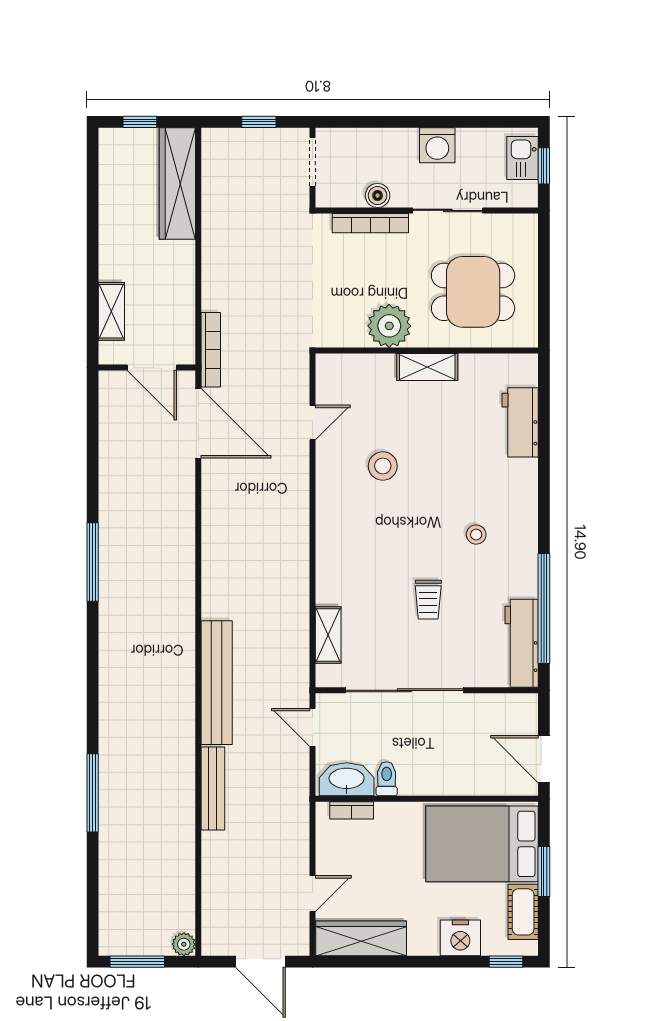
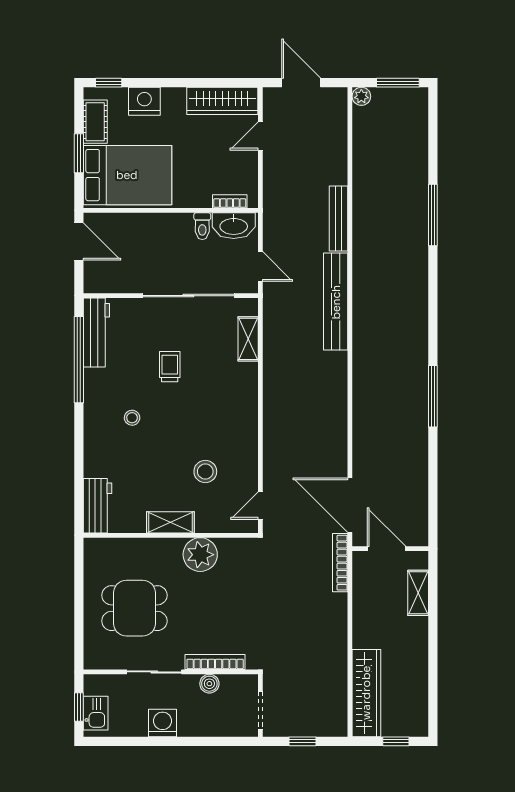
plant: (389, 326) -> (200, 555), moved
wall: (427, 350) -> (171, 535), moved
shelving: (427, 367) -> (170, 522), moved

